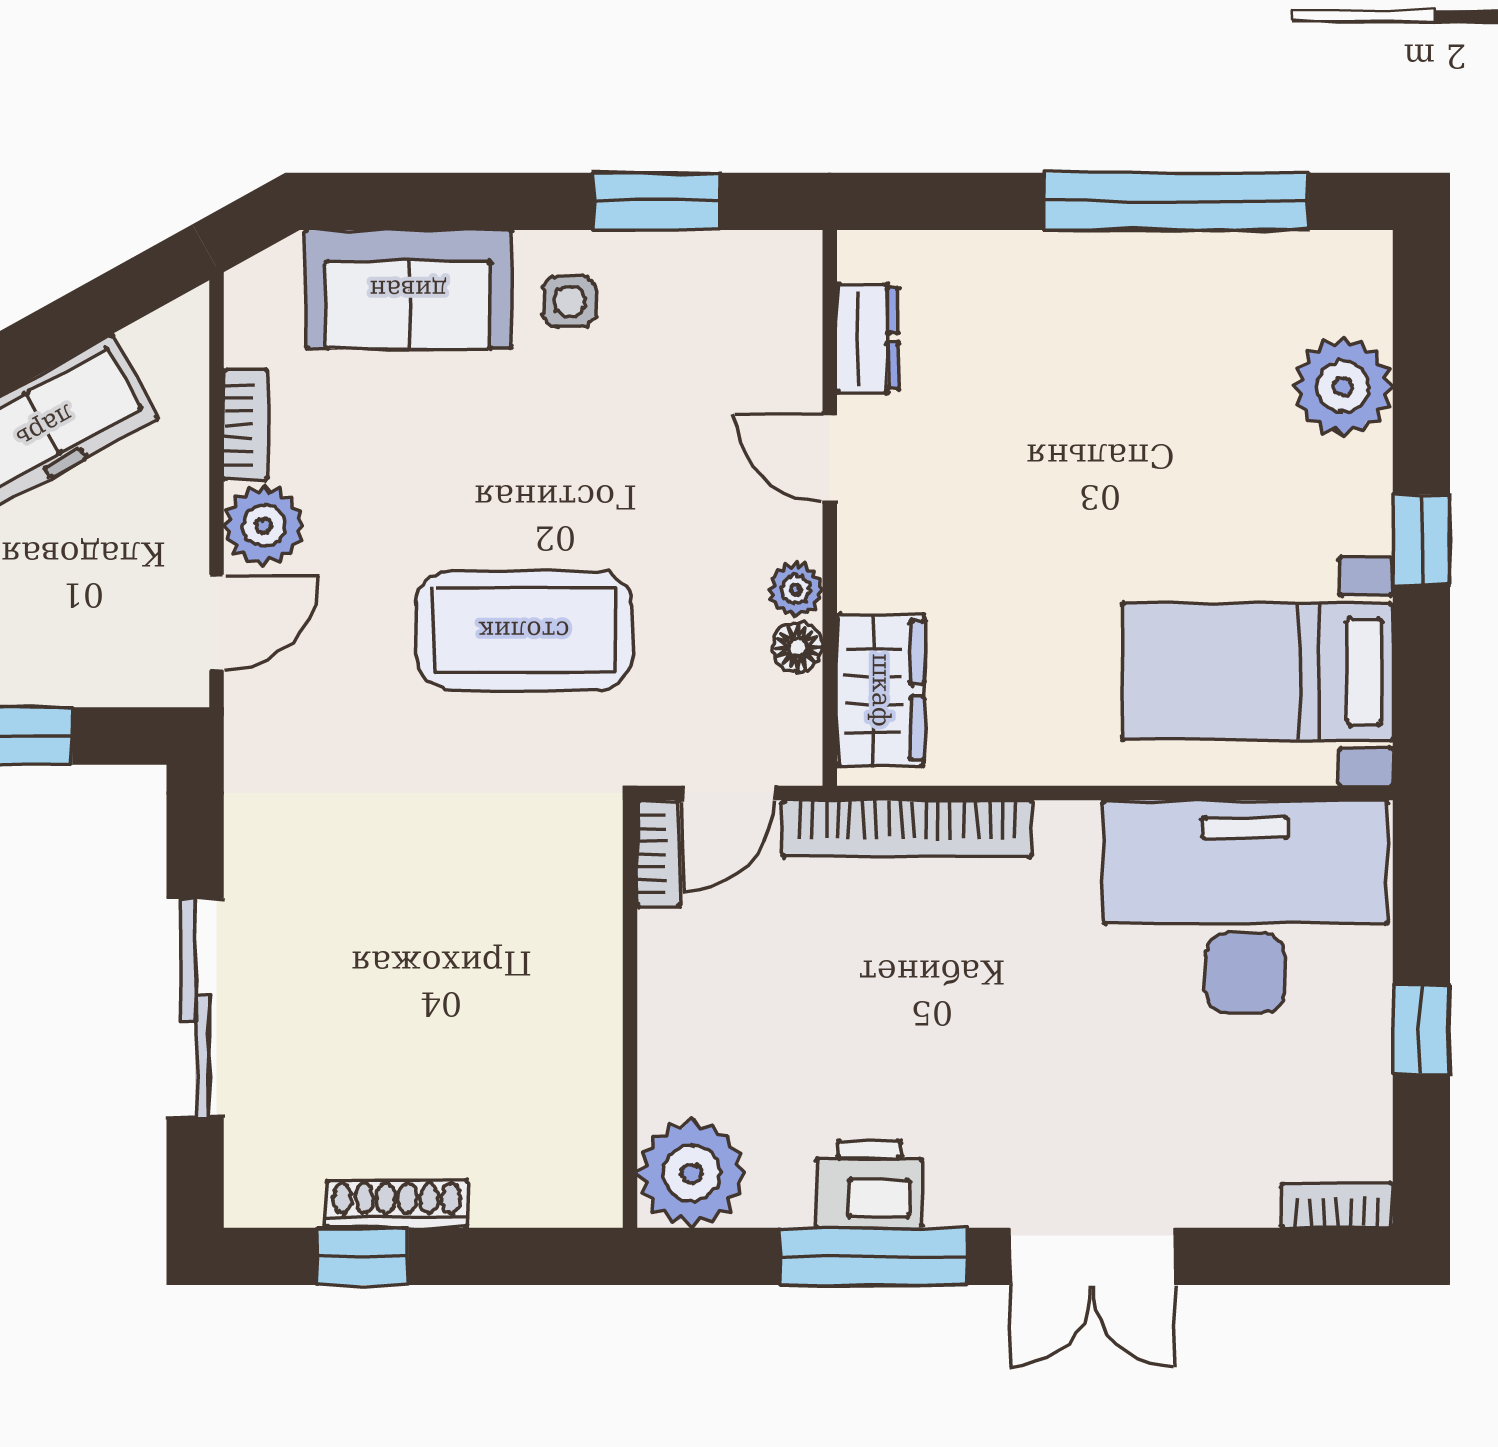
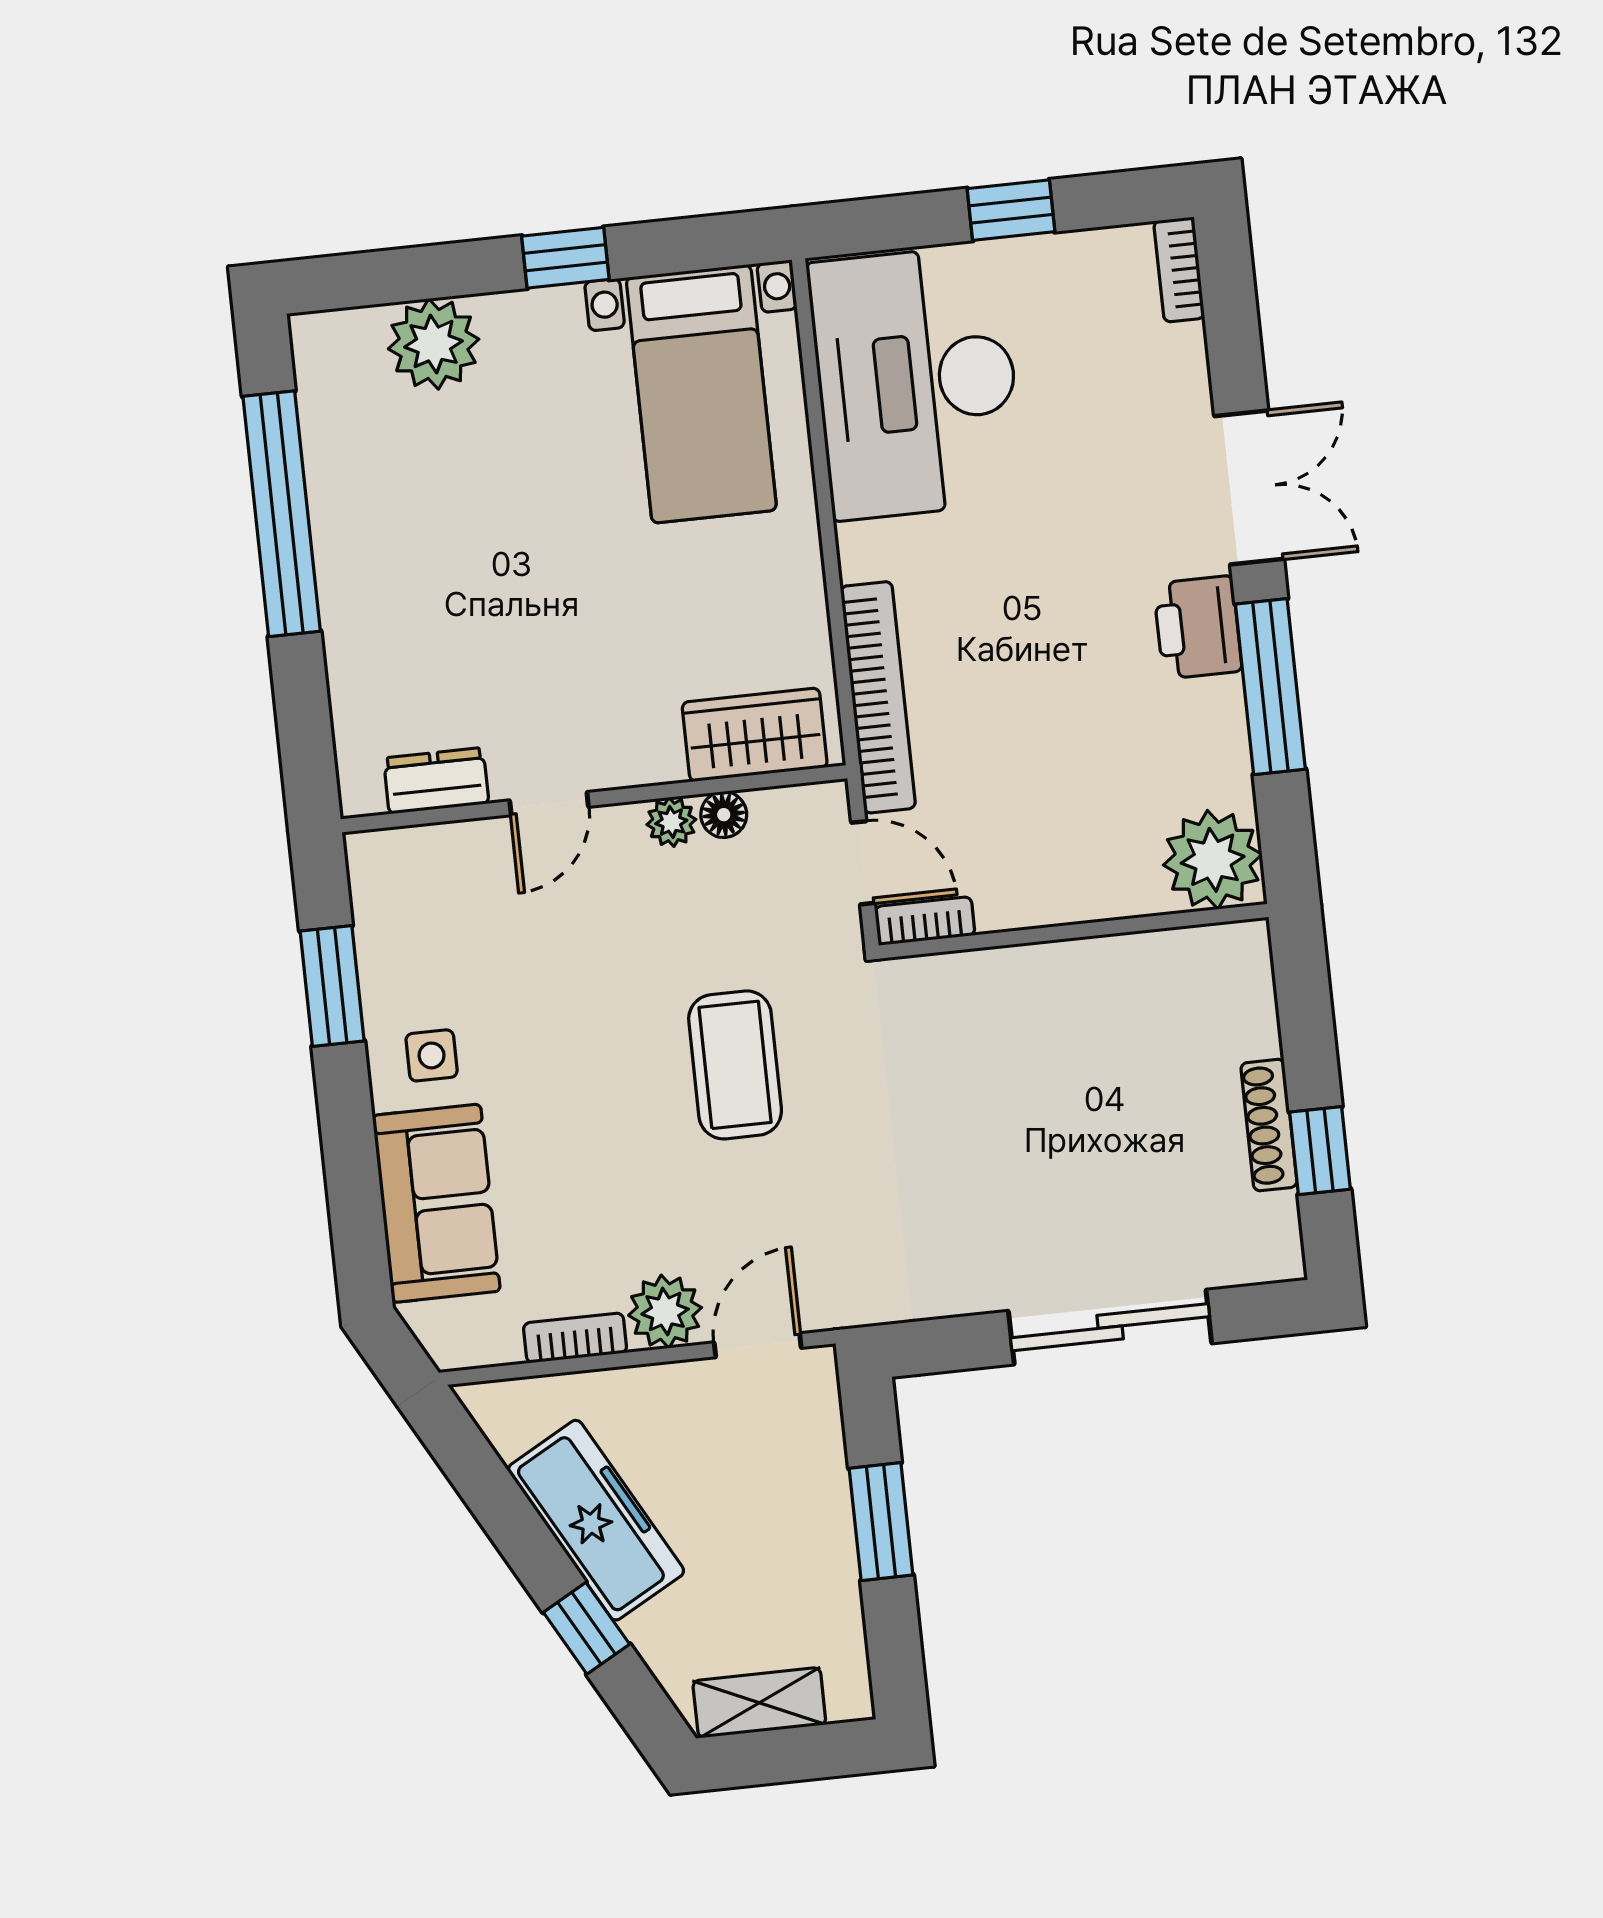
door: (217, 622) -> (758, 1345), hinge flipped
coffee table: (524, 630) -> (735, 1065), width x0.73, depth x0.76
printer: (869, 1184) -> (1198, 627), moved

